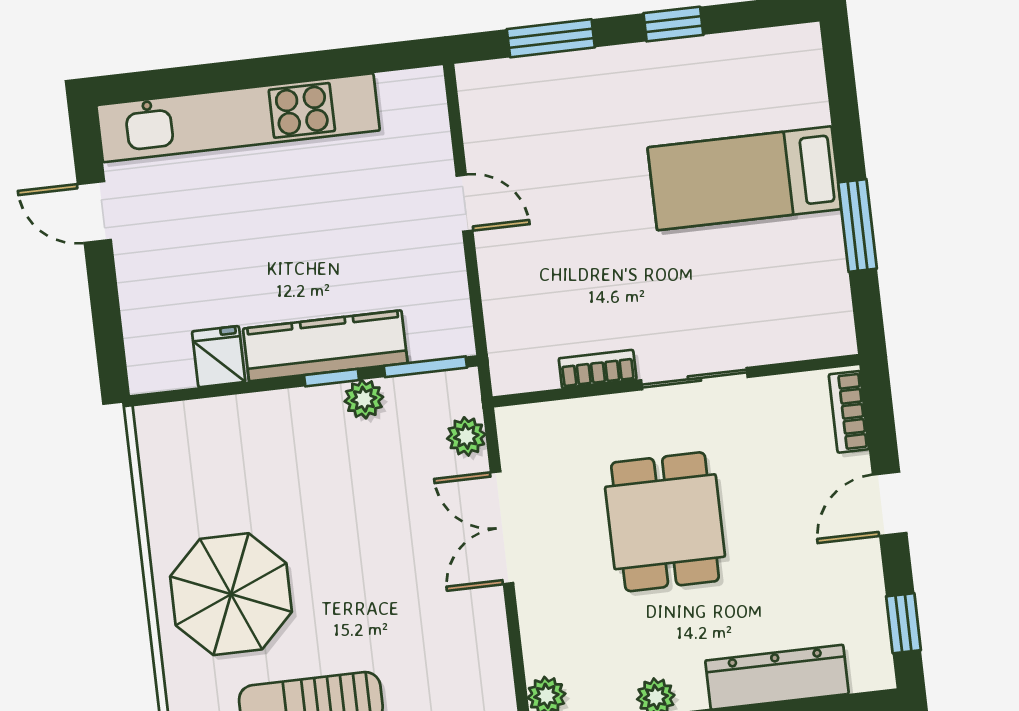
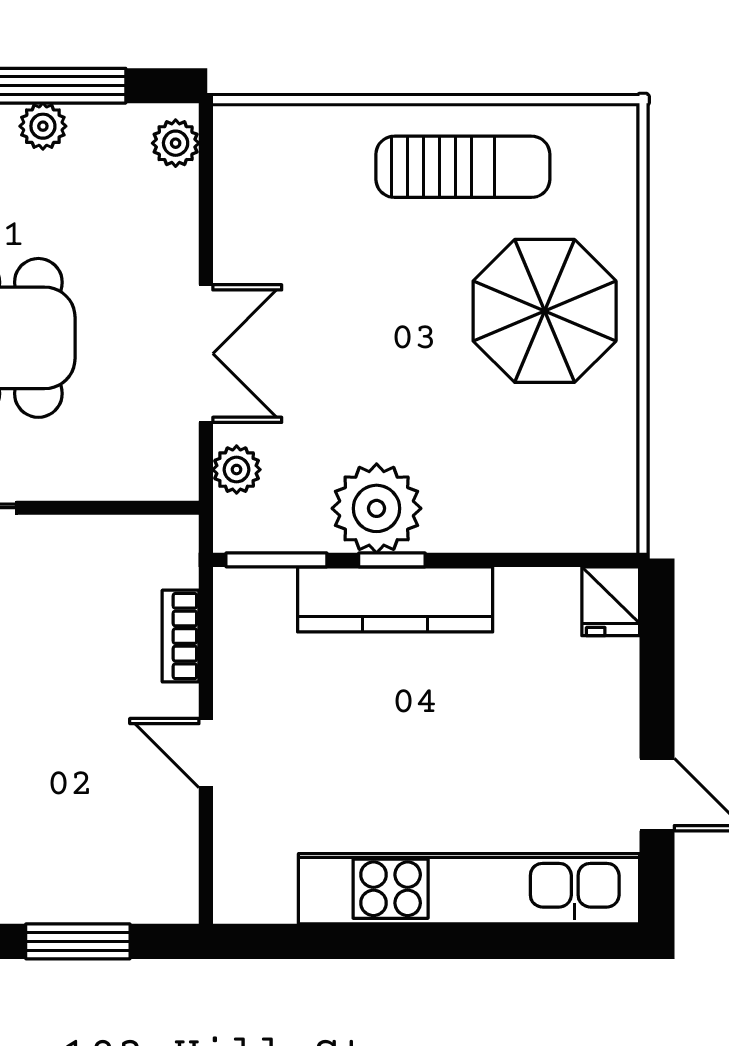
fridge: (219, 357) -> (611, 601), moved
bookcase: (598, 369) -> (181, 636), moved, turned 90
plant: (364, 399) -> (377, 508), width x1.88, depth x1.88

